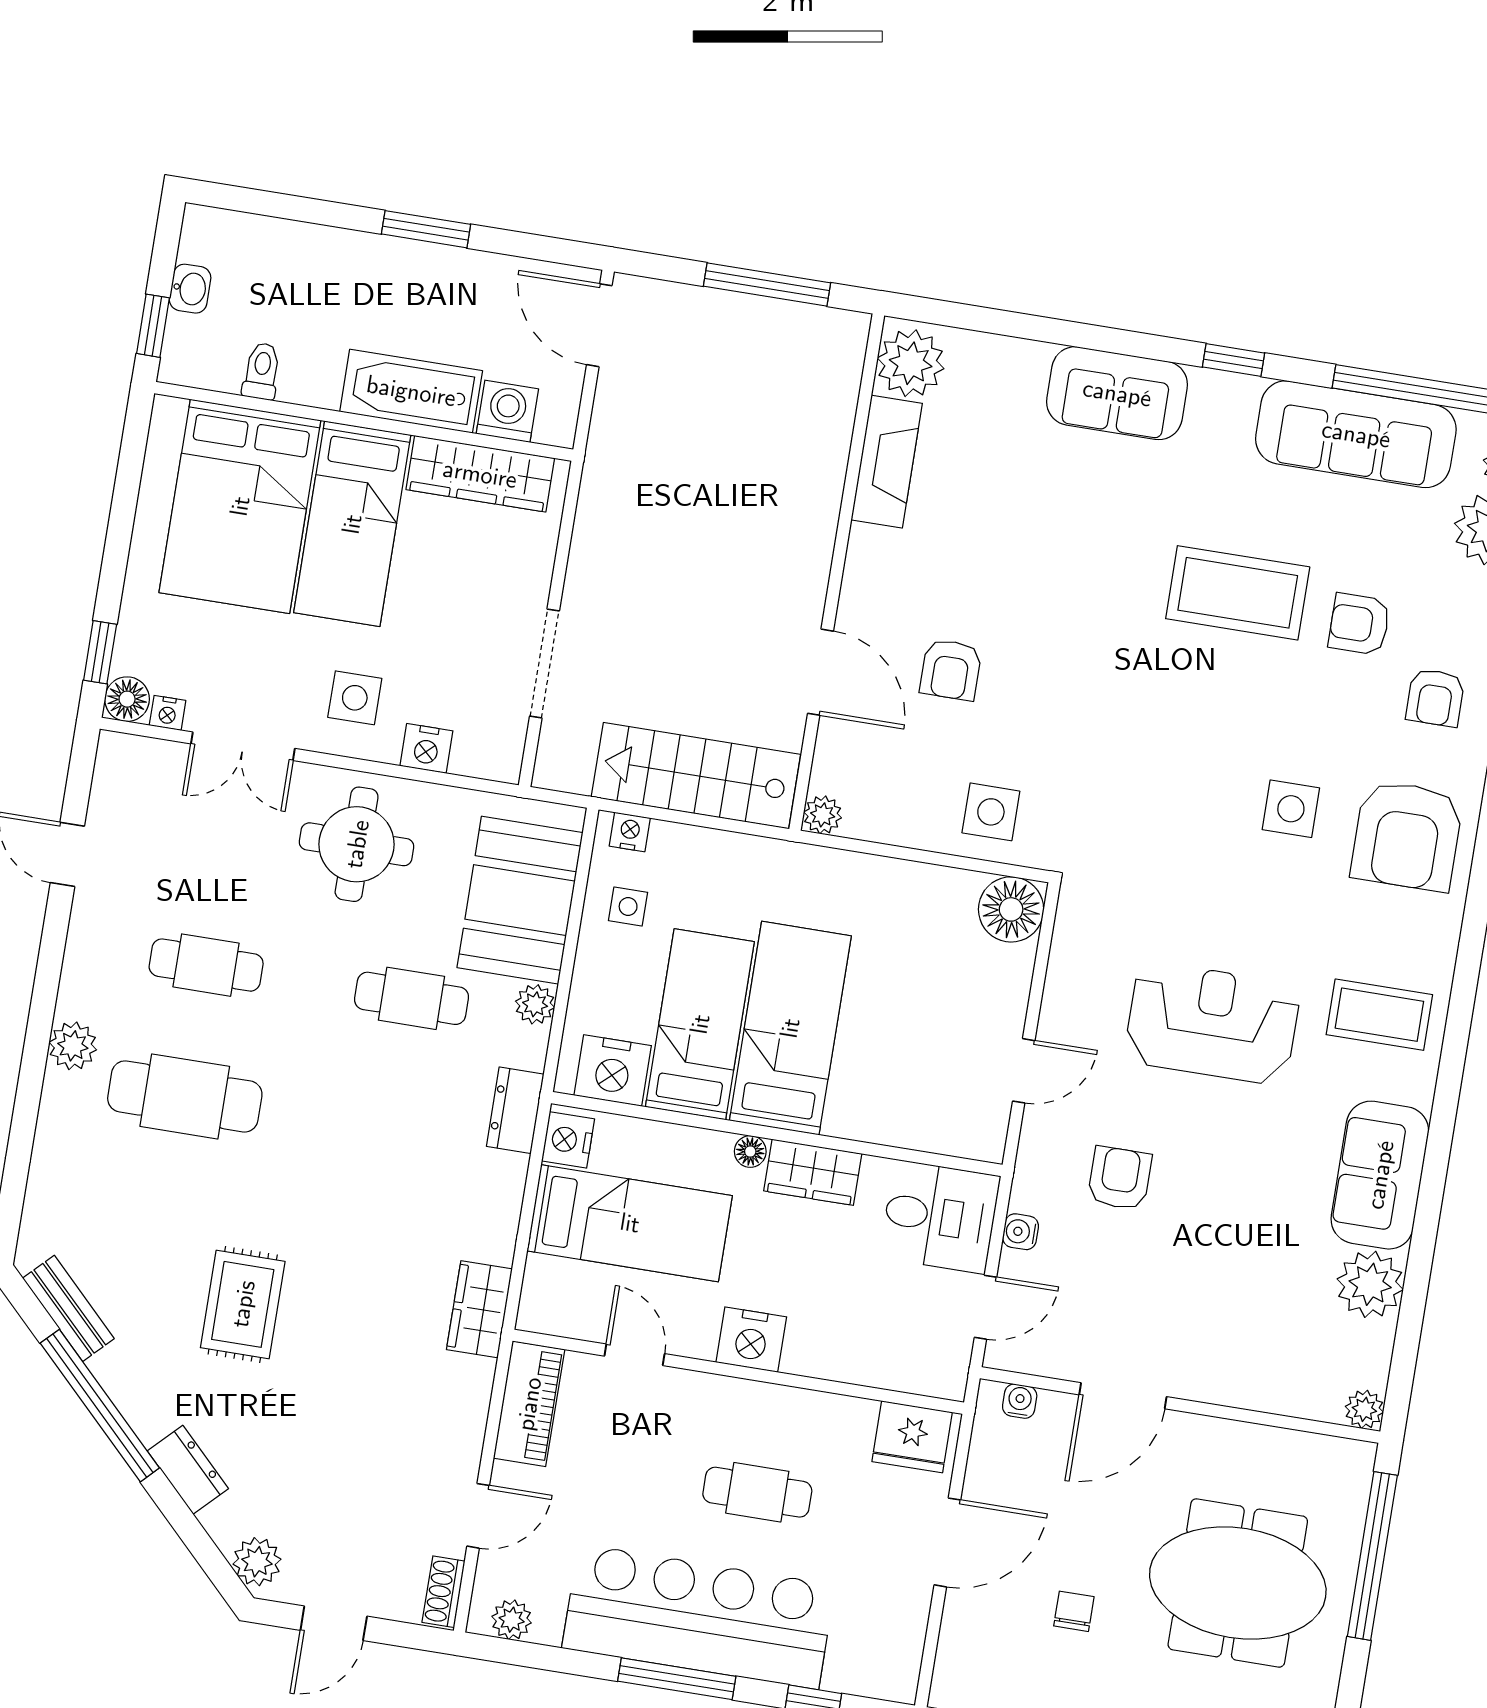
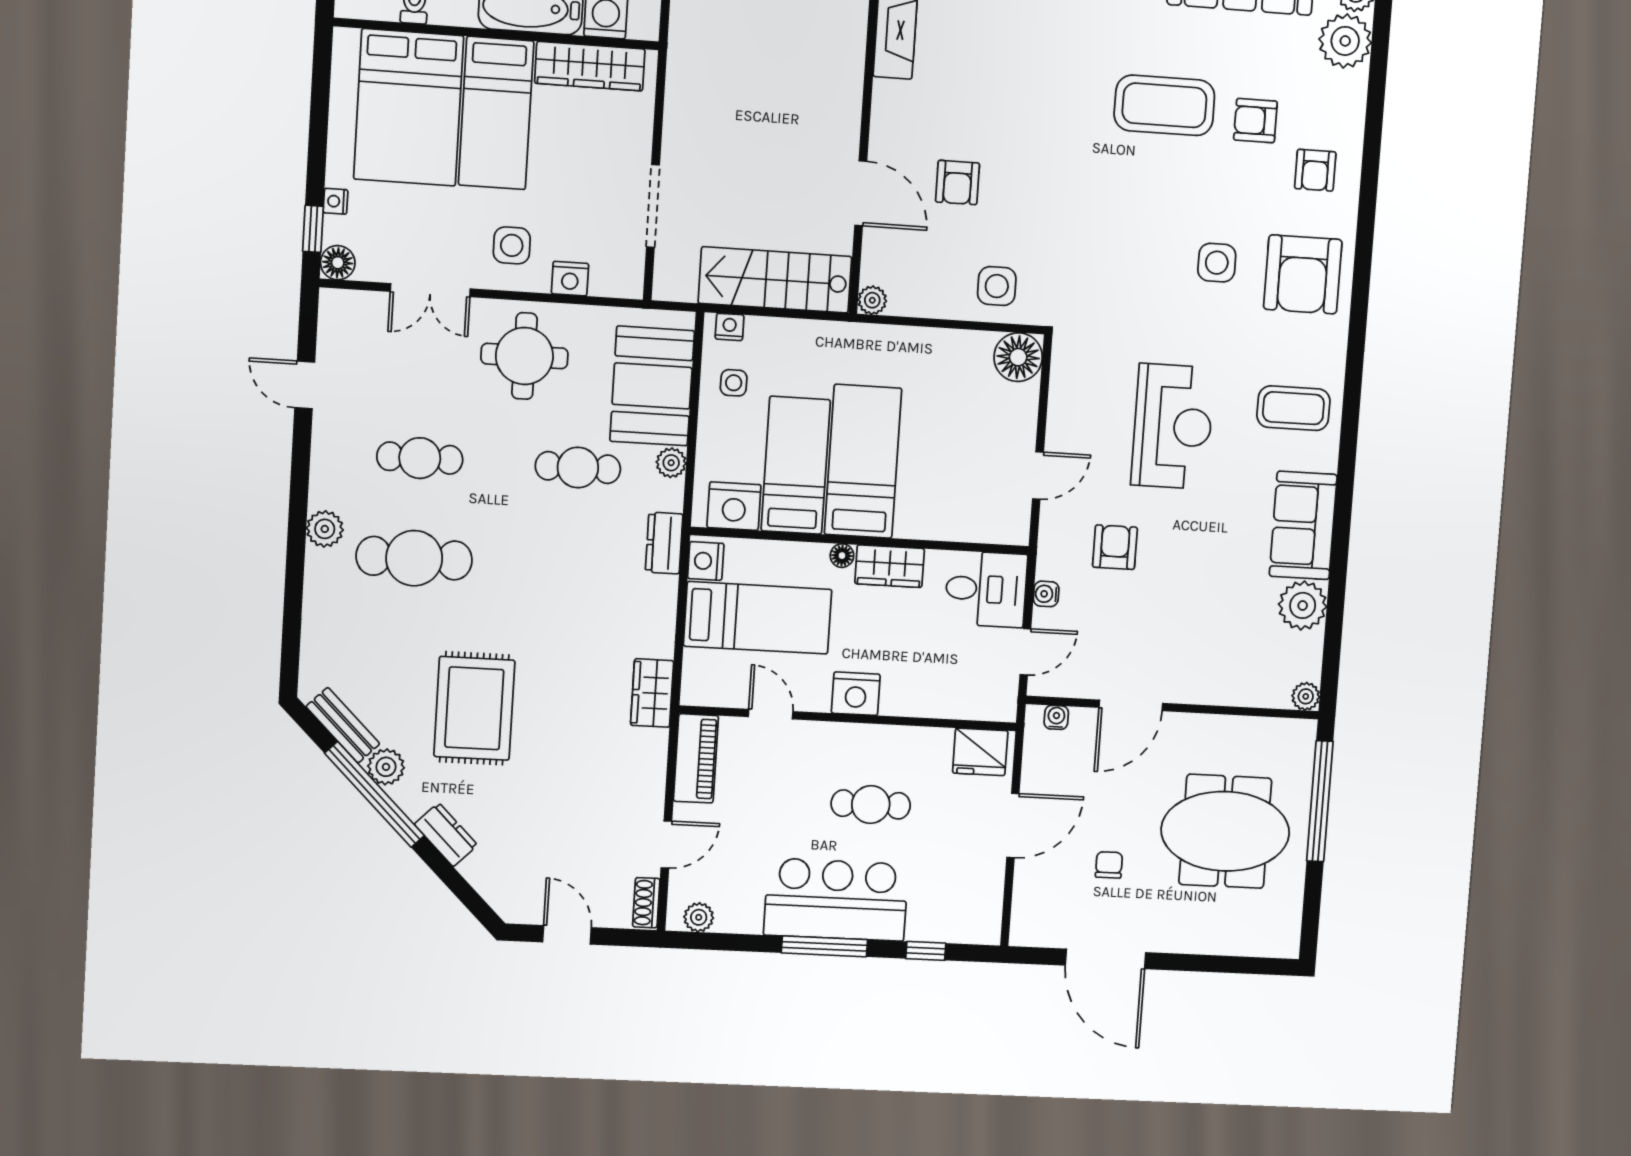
nightstand: (168, 713) -> (336, 201), moved, turned 90
reception desk: (1212, 1023) -> (1173, 426), turned 90
rug: (243, 1304) -> (474, 708), width x1.36, depth x1.43
plant: (257, 1562) -> (386, 767), moved
bar counter: (699, 1617) -> (836, 900), width x0.73
door: (334, 1623) -> (567, 935), swing flipped

